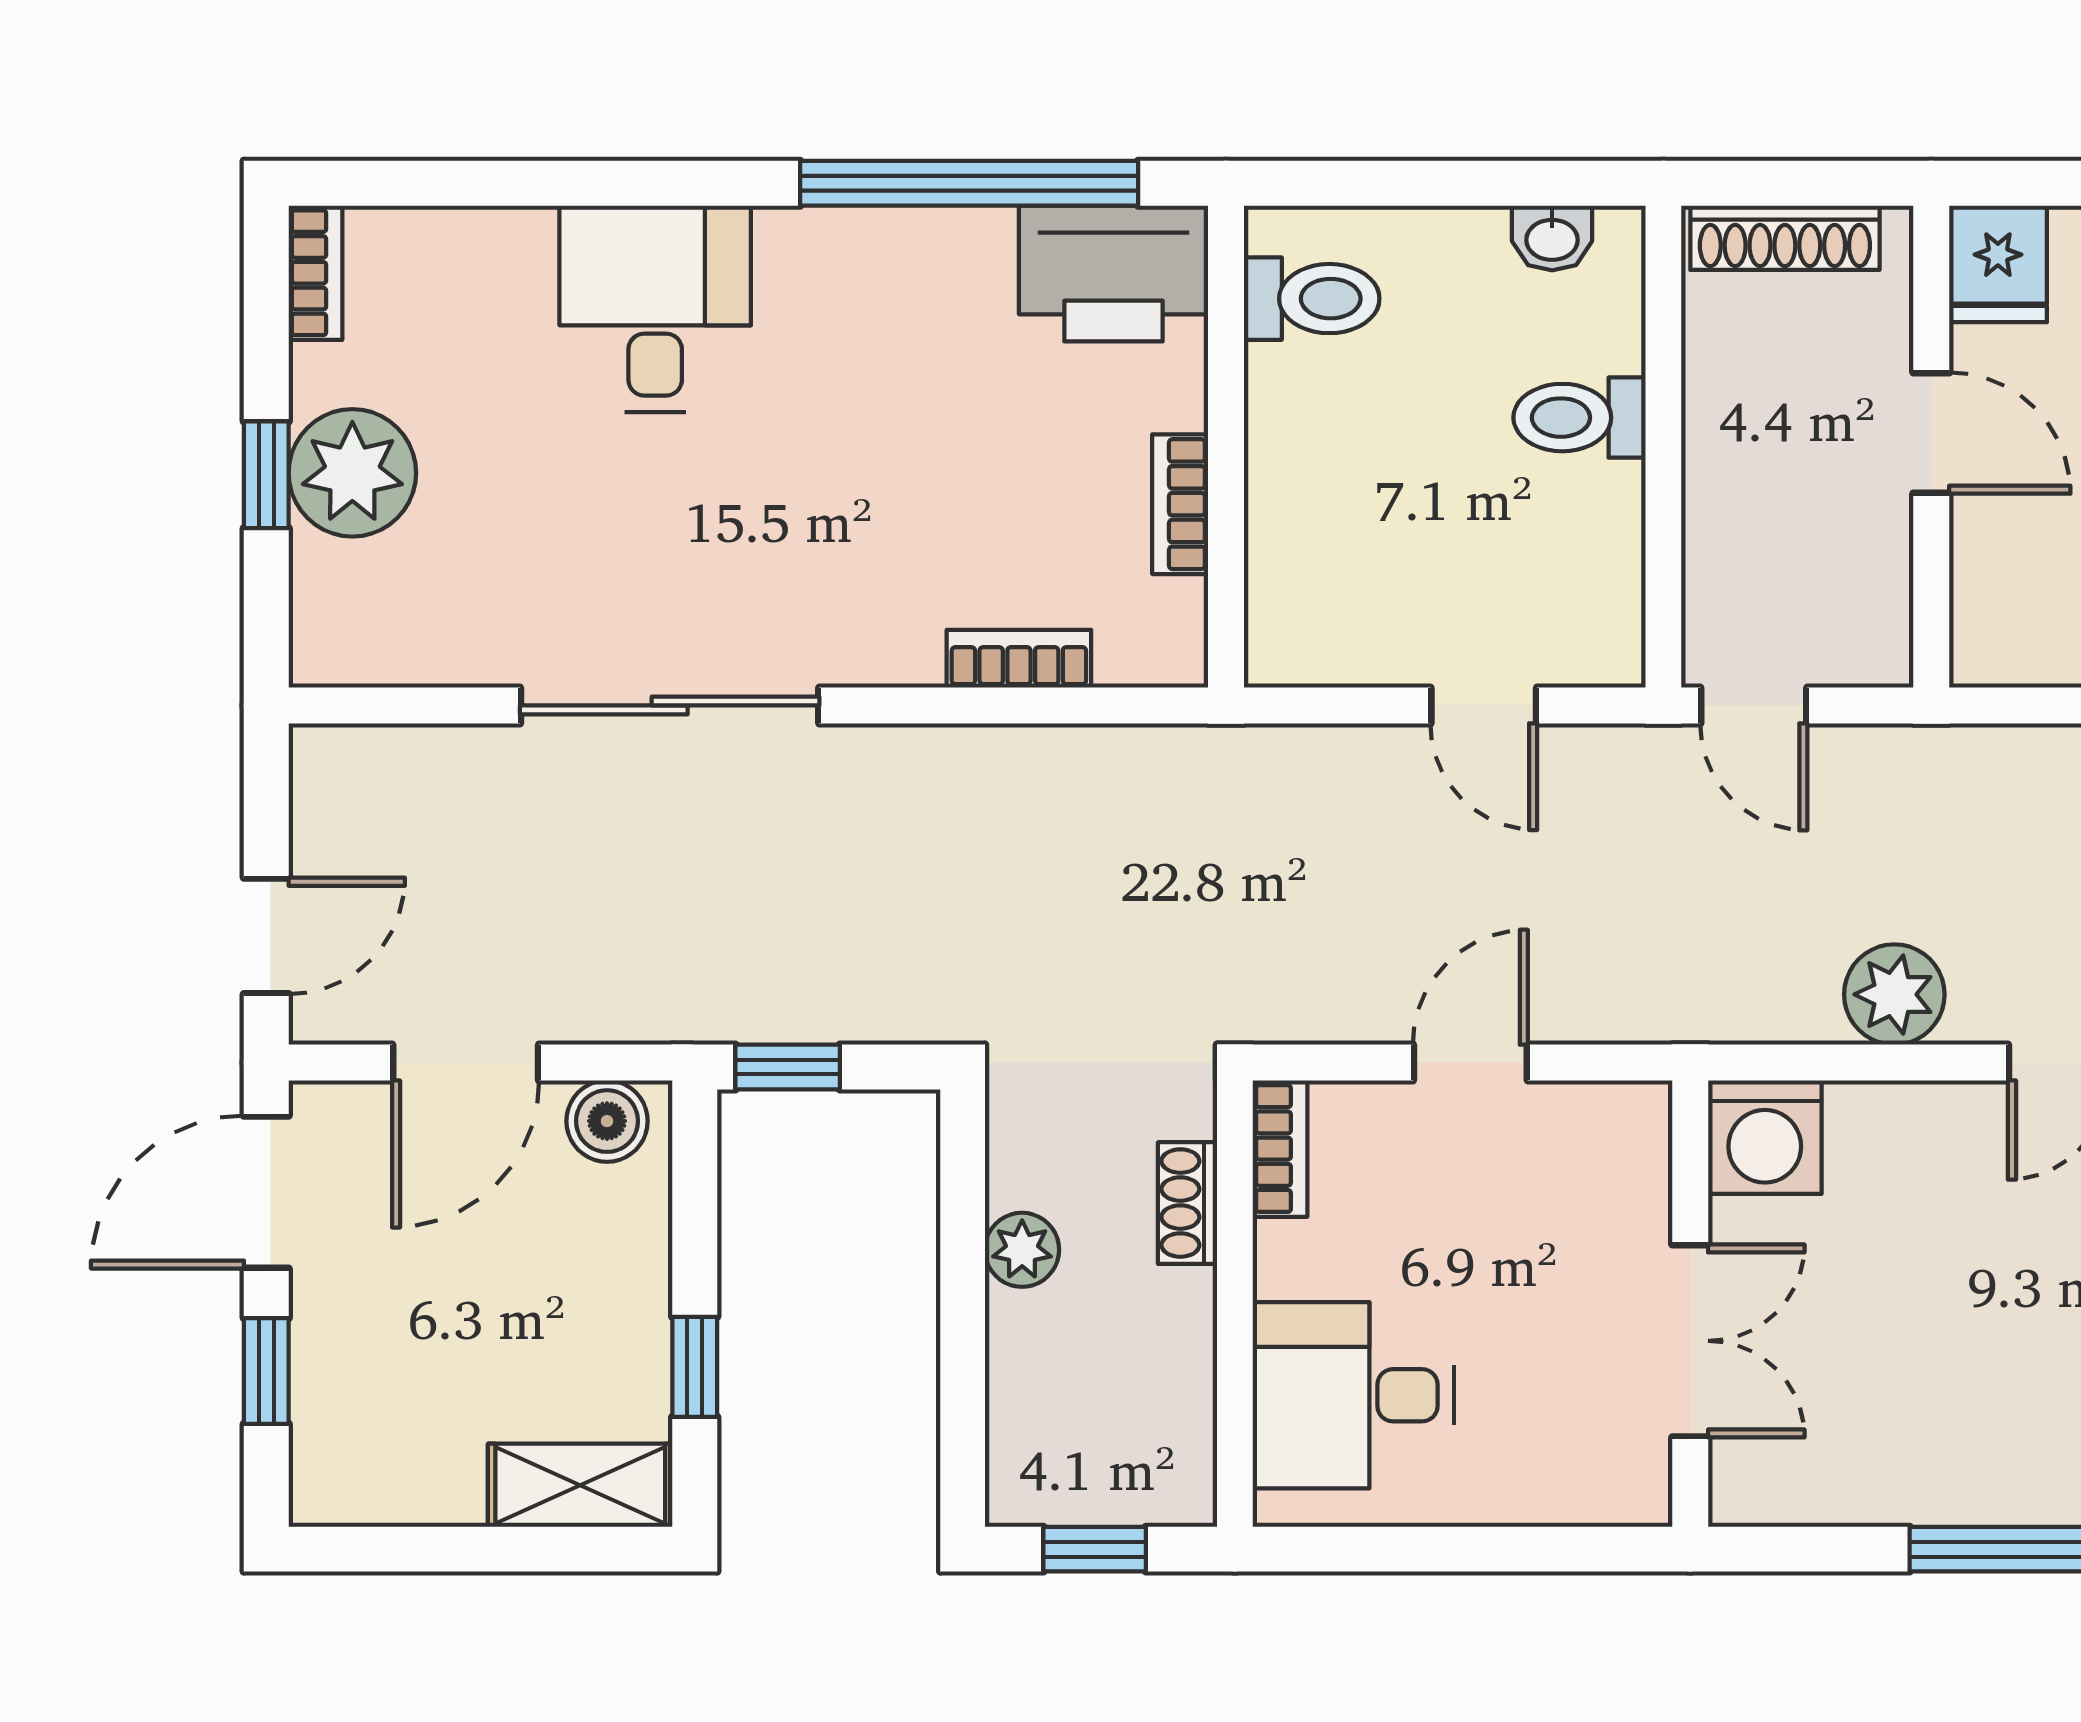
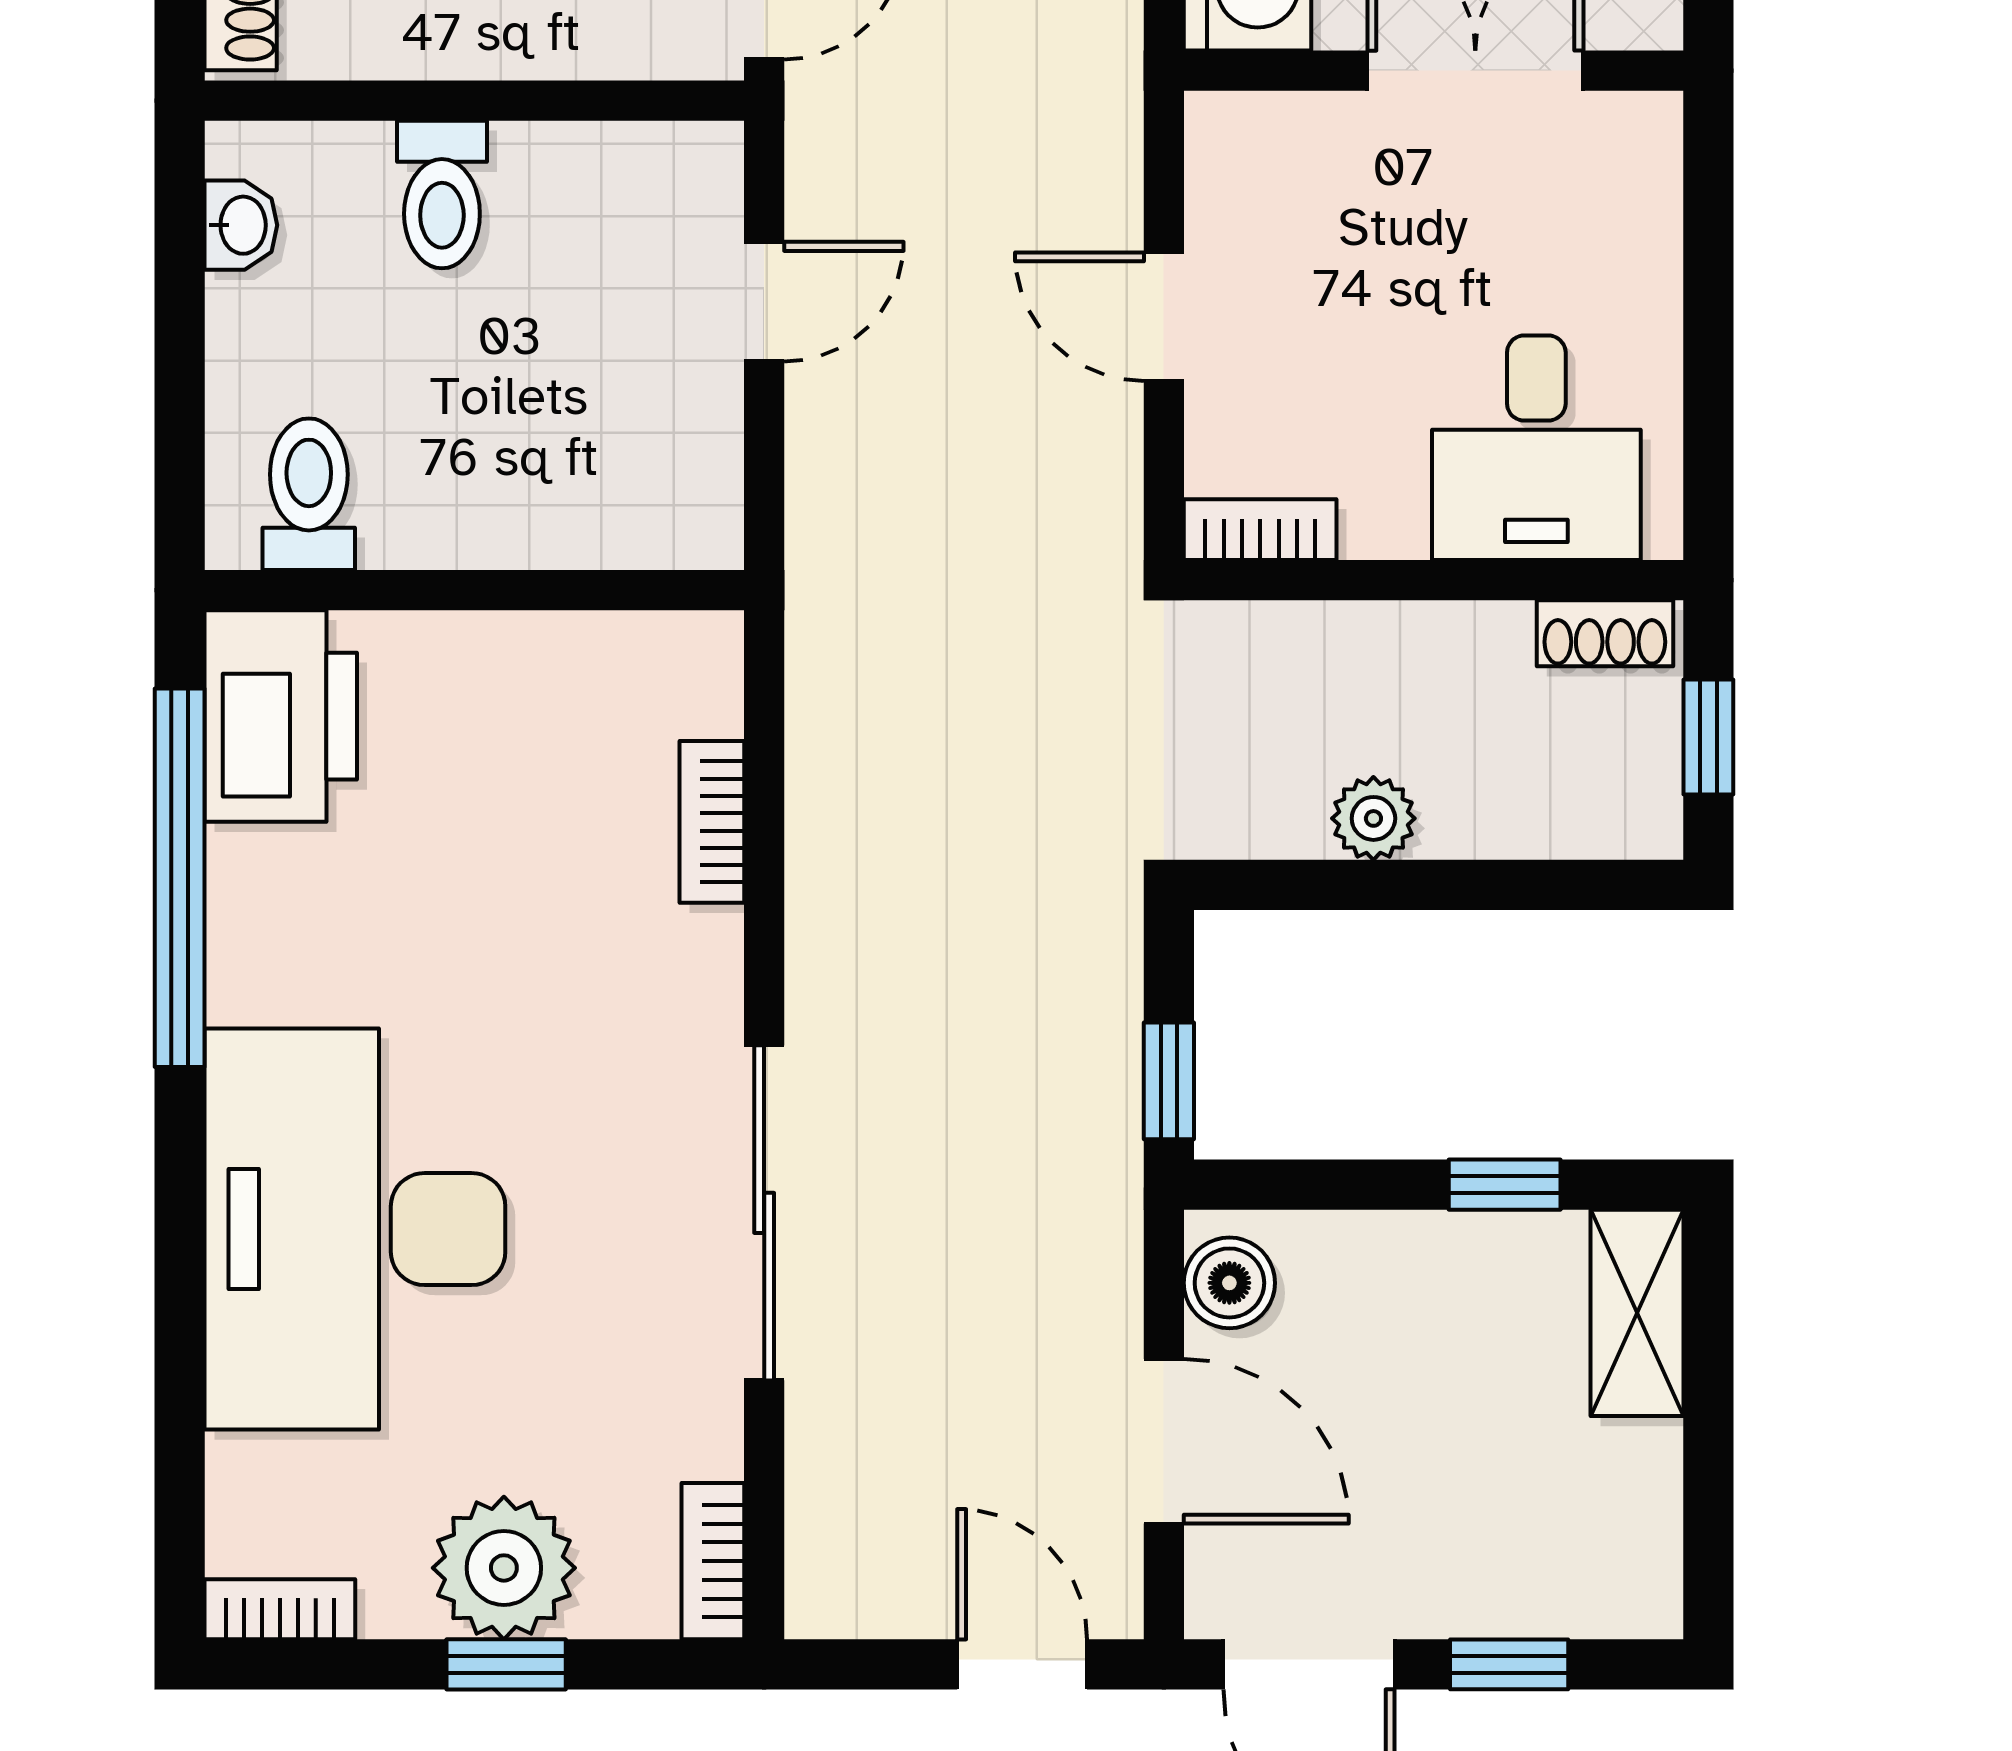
desk: (655, 309) -> (355, 1229), width x1.87, depth x1.30
bookcase: (1180, 504) -> (713, 1561), moved, turned 90
shoe rack: (1187, 1203) -> (1605, 633), moved

